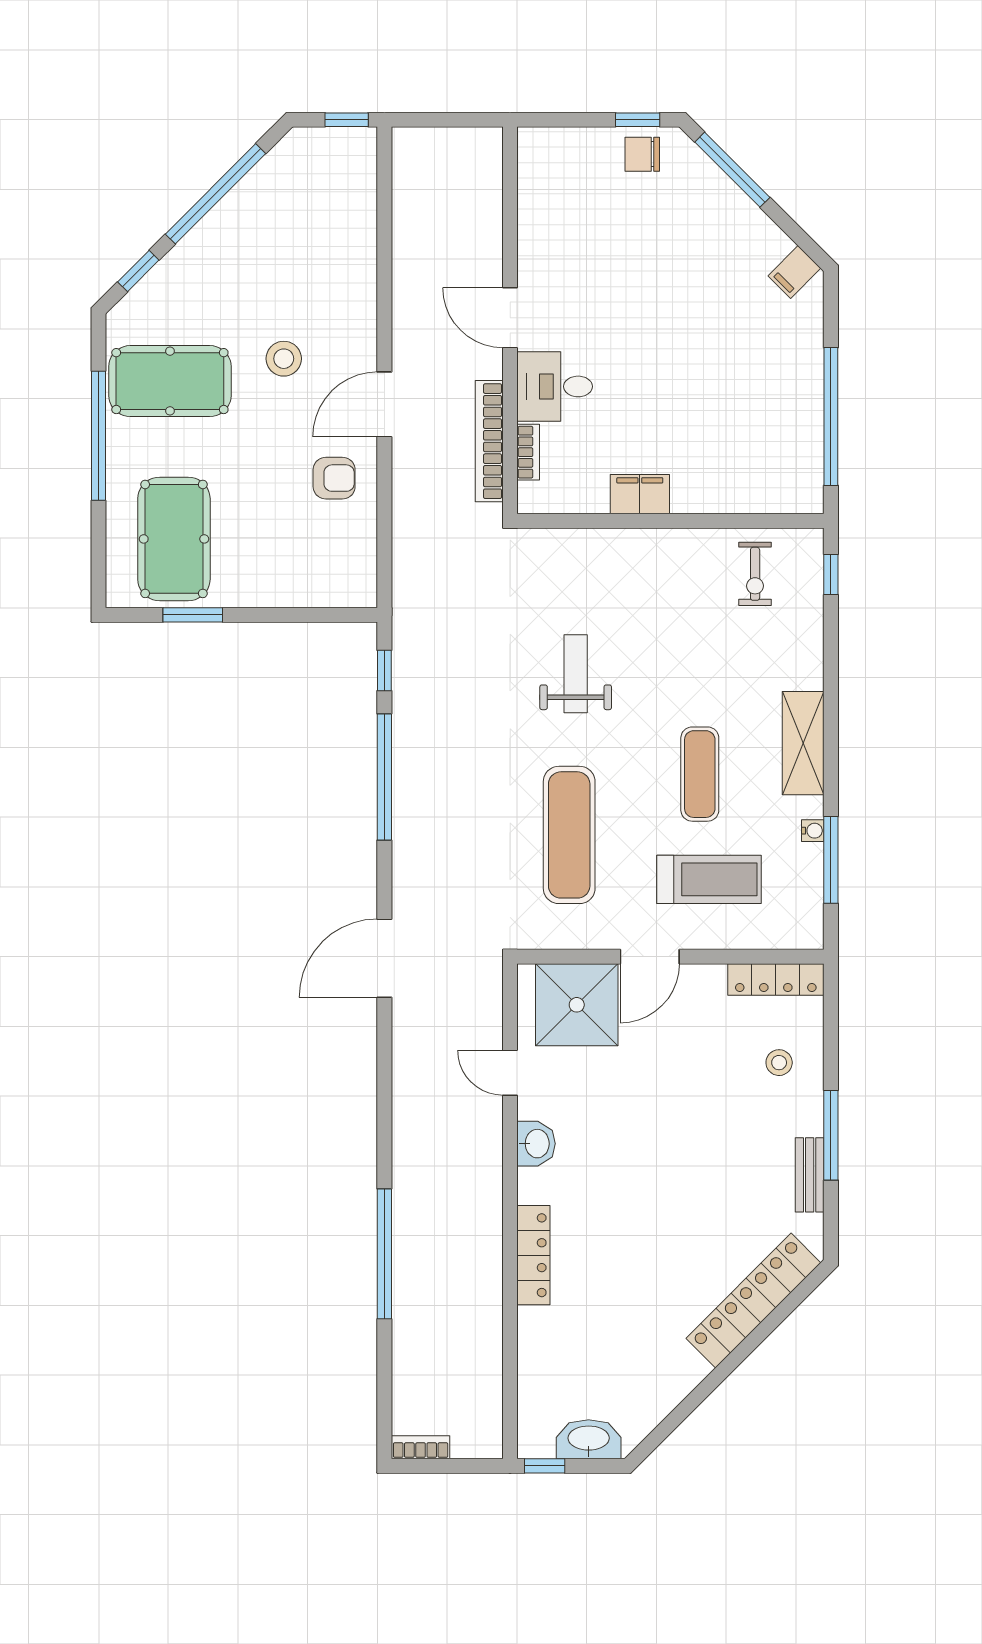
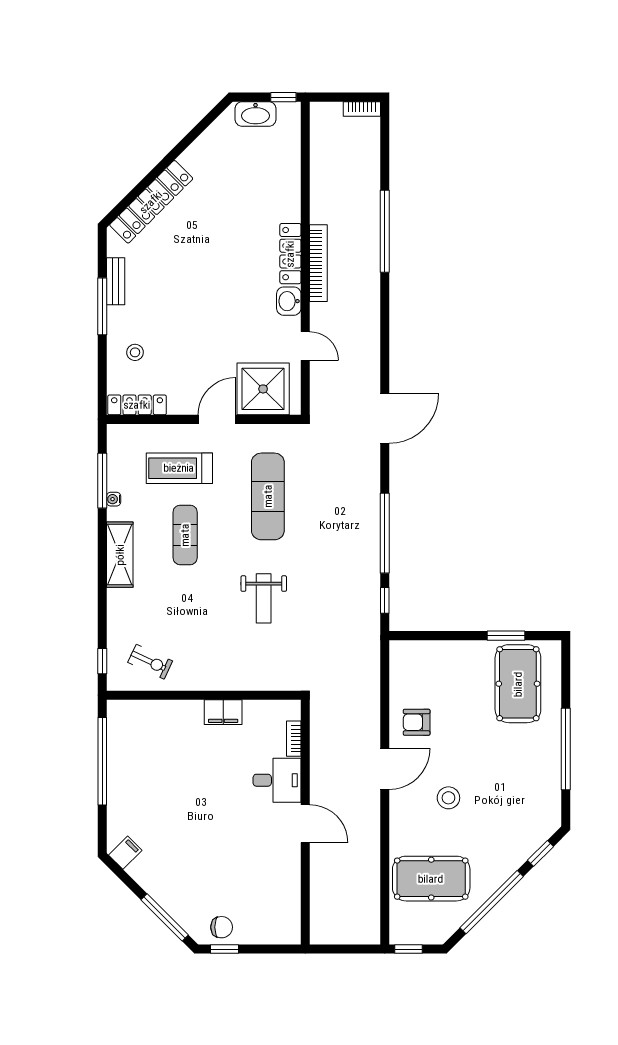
pool table: (170, 381) -> (431, 879), moved
bookcase: (489, 441) -> (318, 263), moved
exercise bike: (755, 574) -> (150, 662), turned 115
locker: (533, 1255) -> (290, 254), moved

